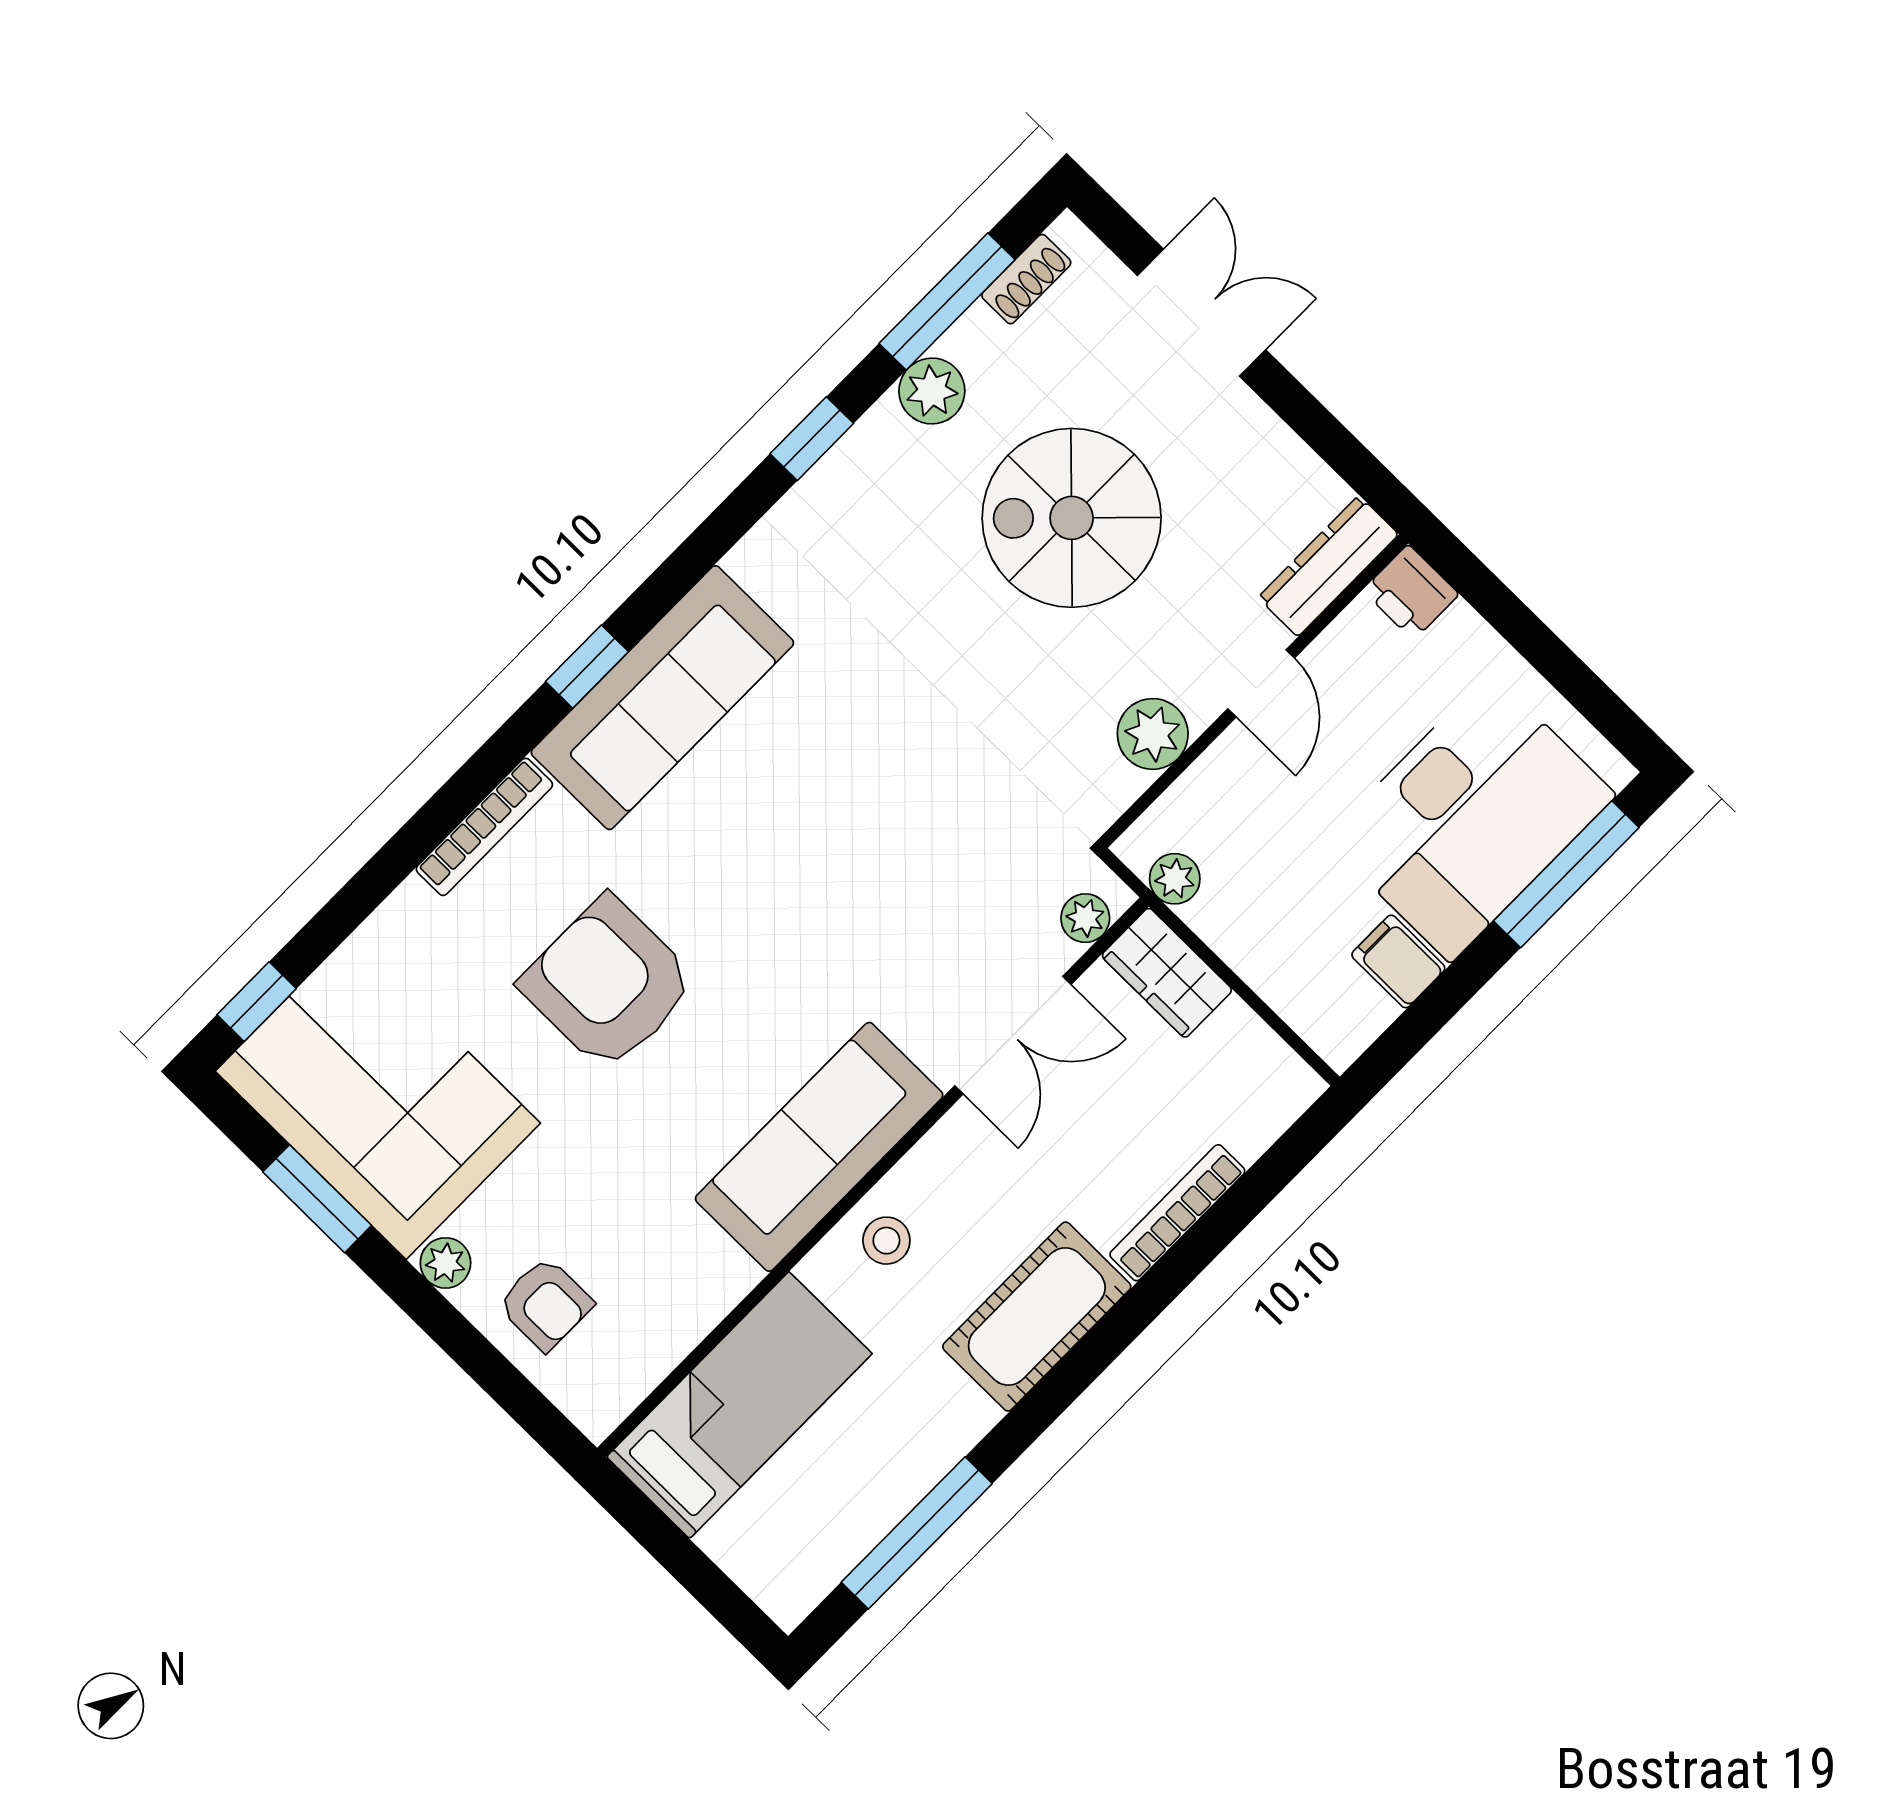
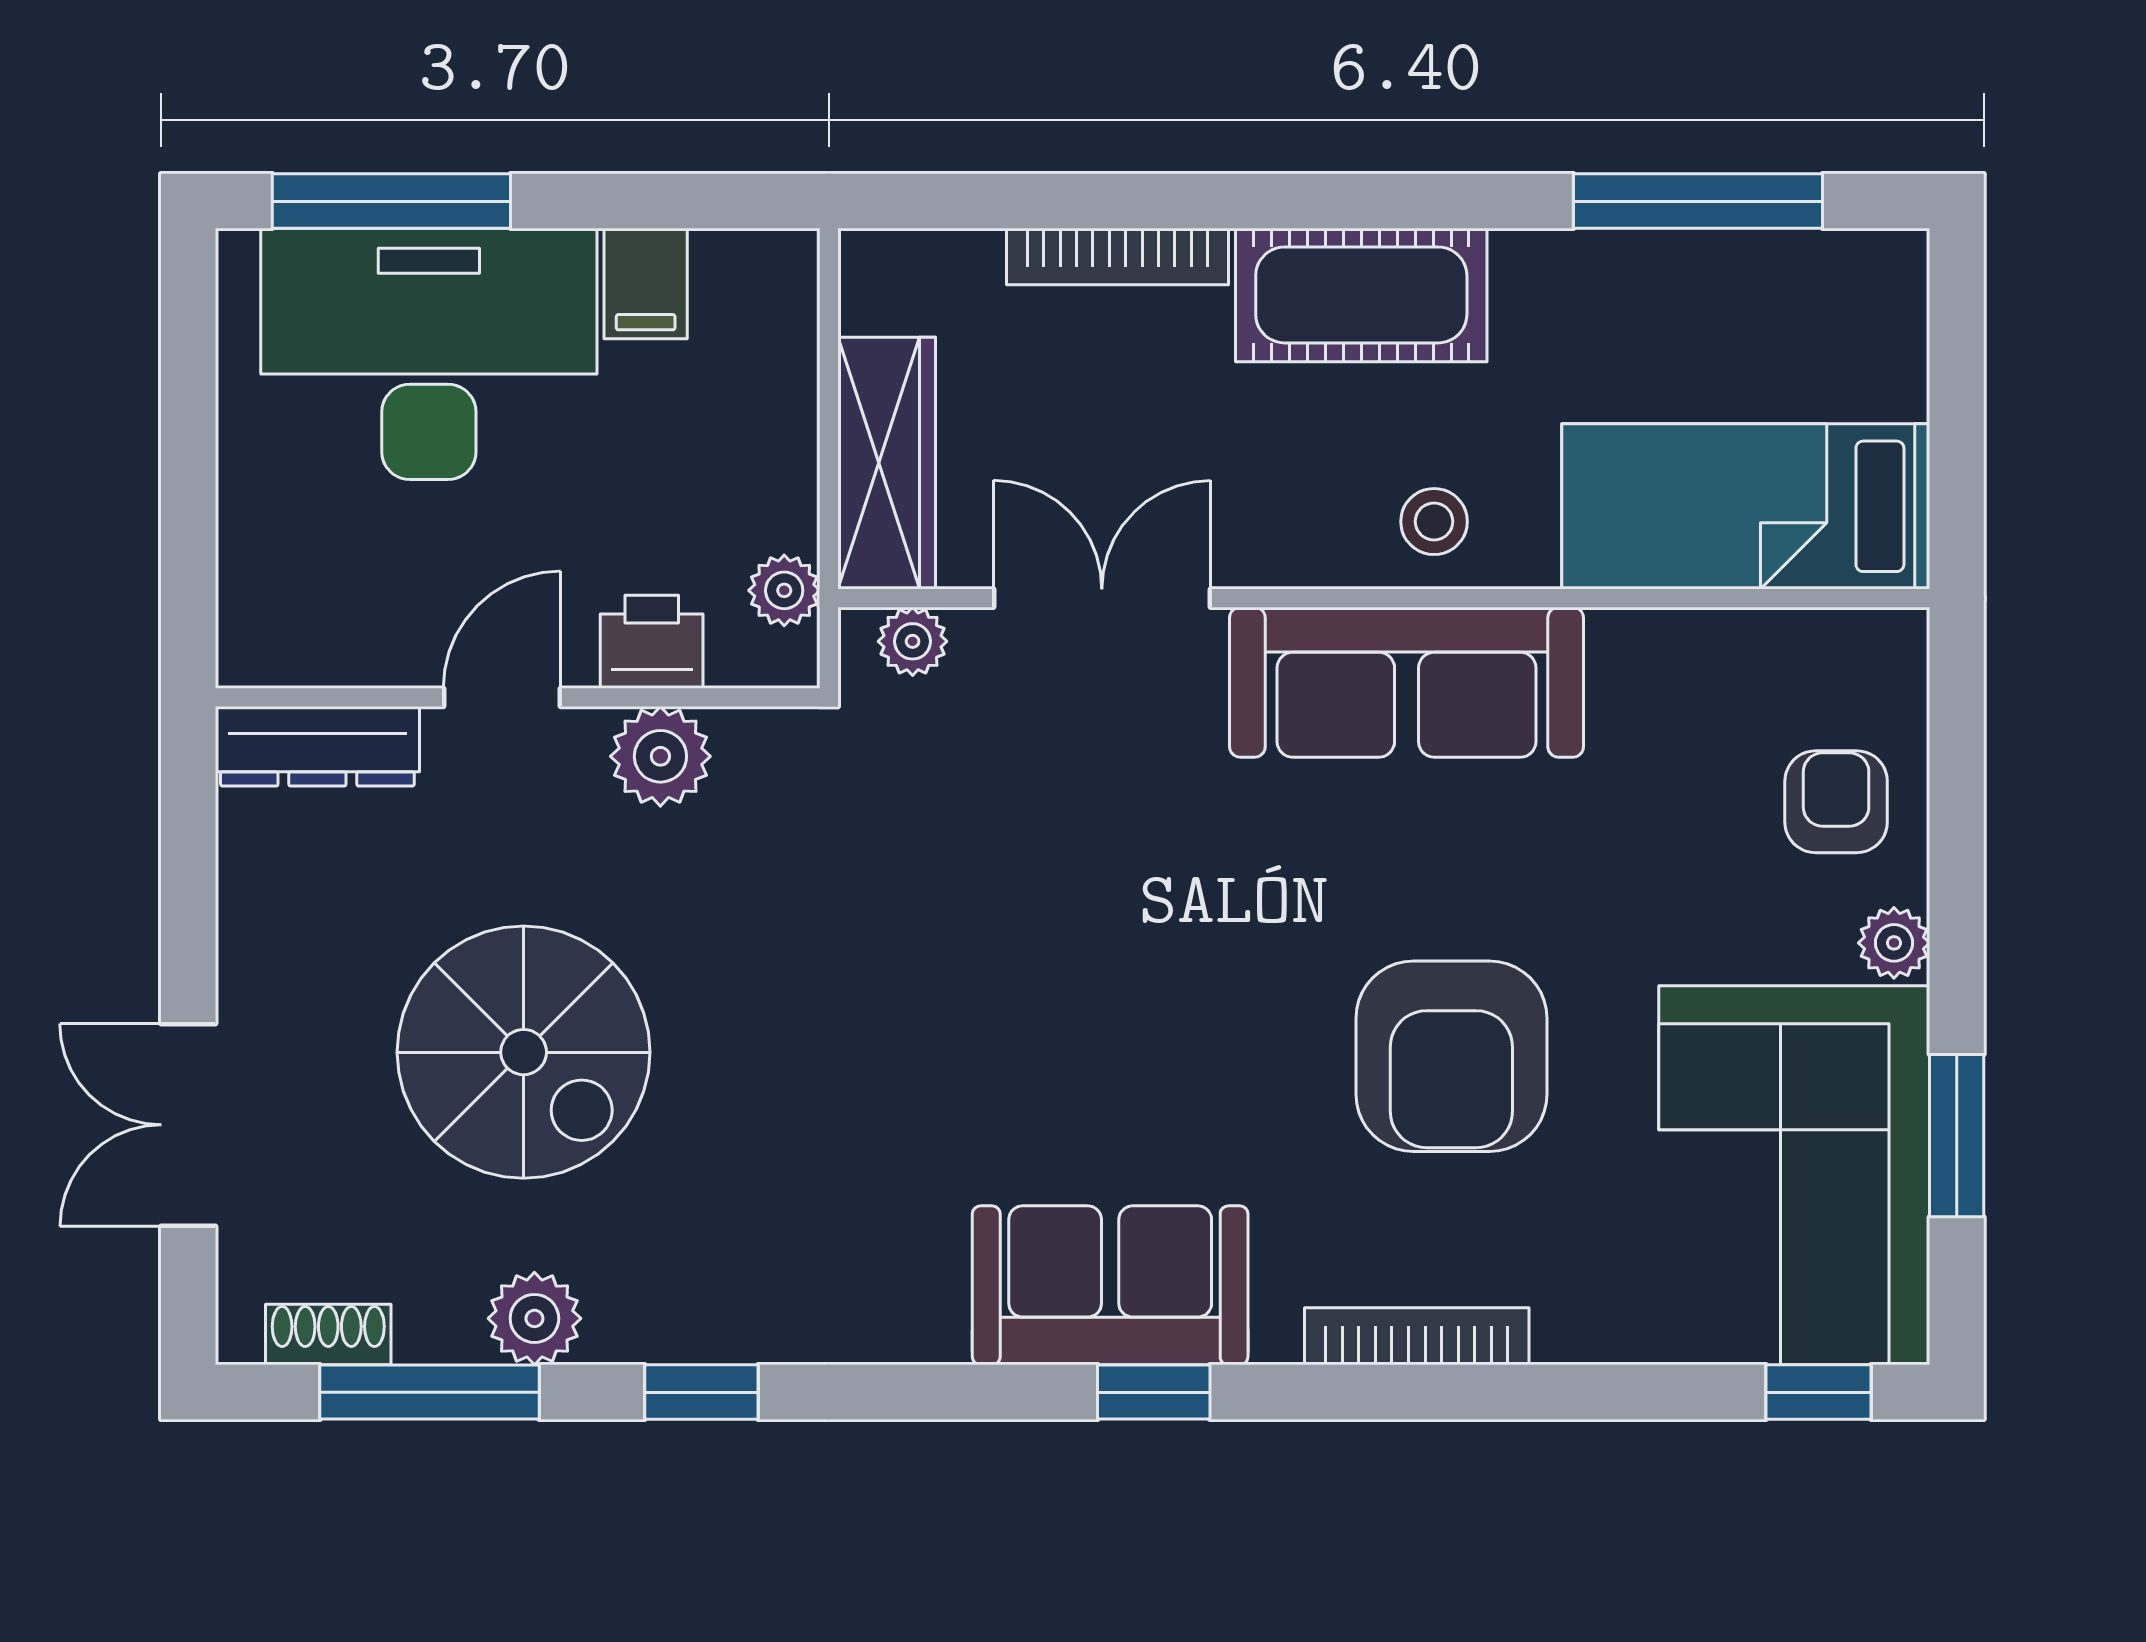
printer: (1411, 592) -> (652, 642), moved, turned -90
sofa: (662, 698) -> (1110, 1285), width x0.73
wardrobe: (1167, 973) -> (887, 463), width x1.50

